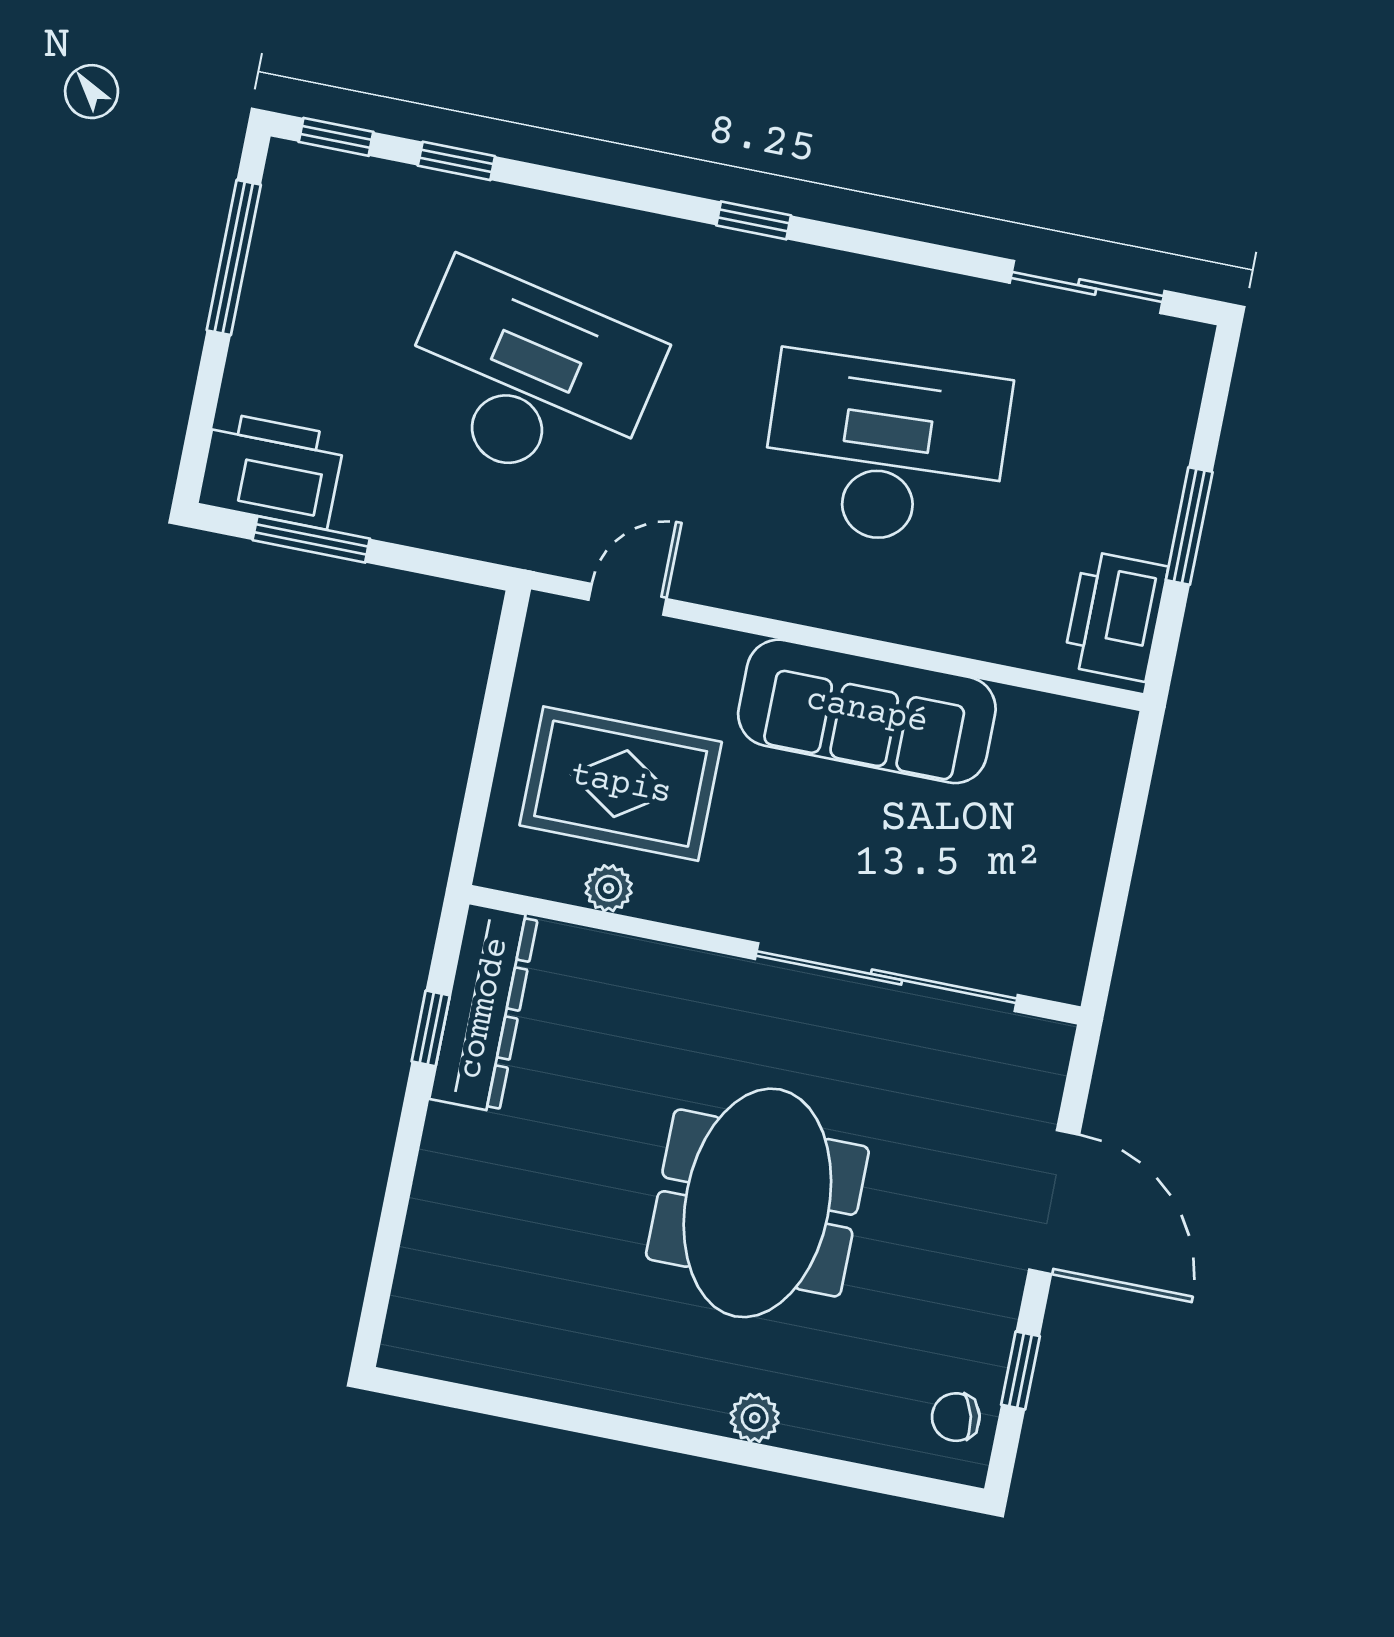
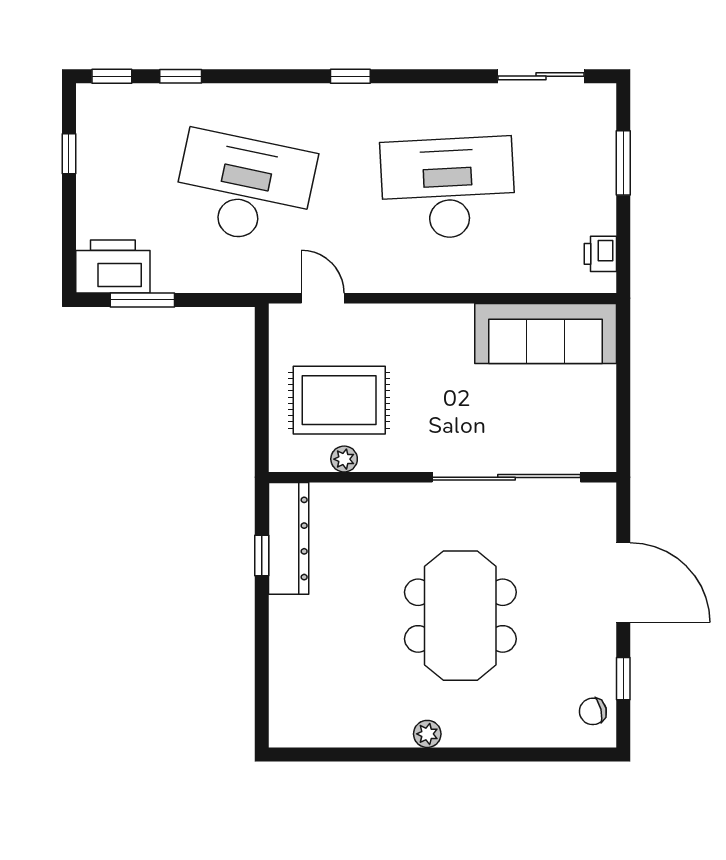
window: (234, 257) -> (69, 154), width x0.46
window: (1189, 526) -> (623, 163), moved
door: (627, 599) -> (323, 298), hinge flipped
printer: (1115, 616) -> (600, 254), width x0.53, depth x0.68
sofa: (867, 711) -> (546, 334), moved
plant: (755, 1418) -> (427, 734), moved

